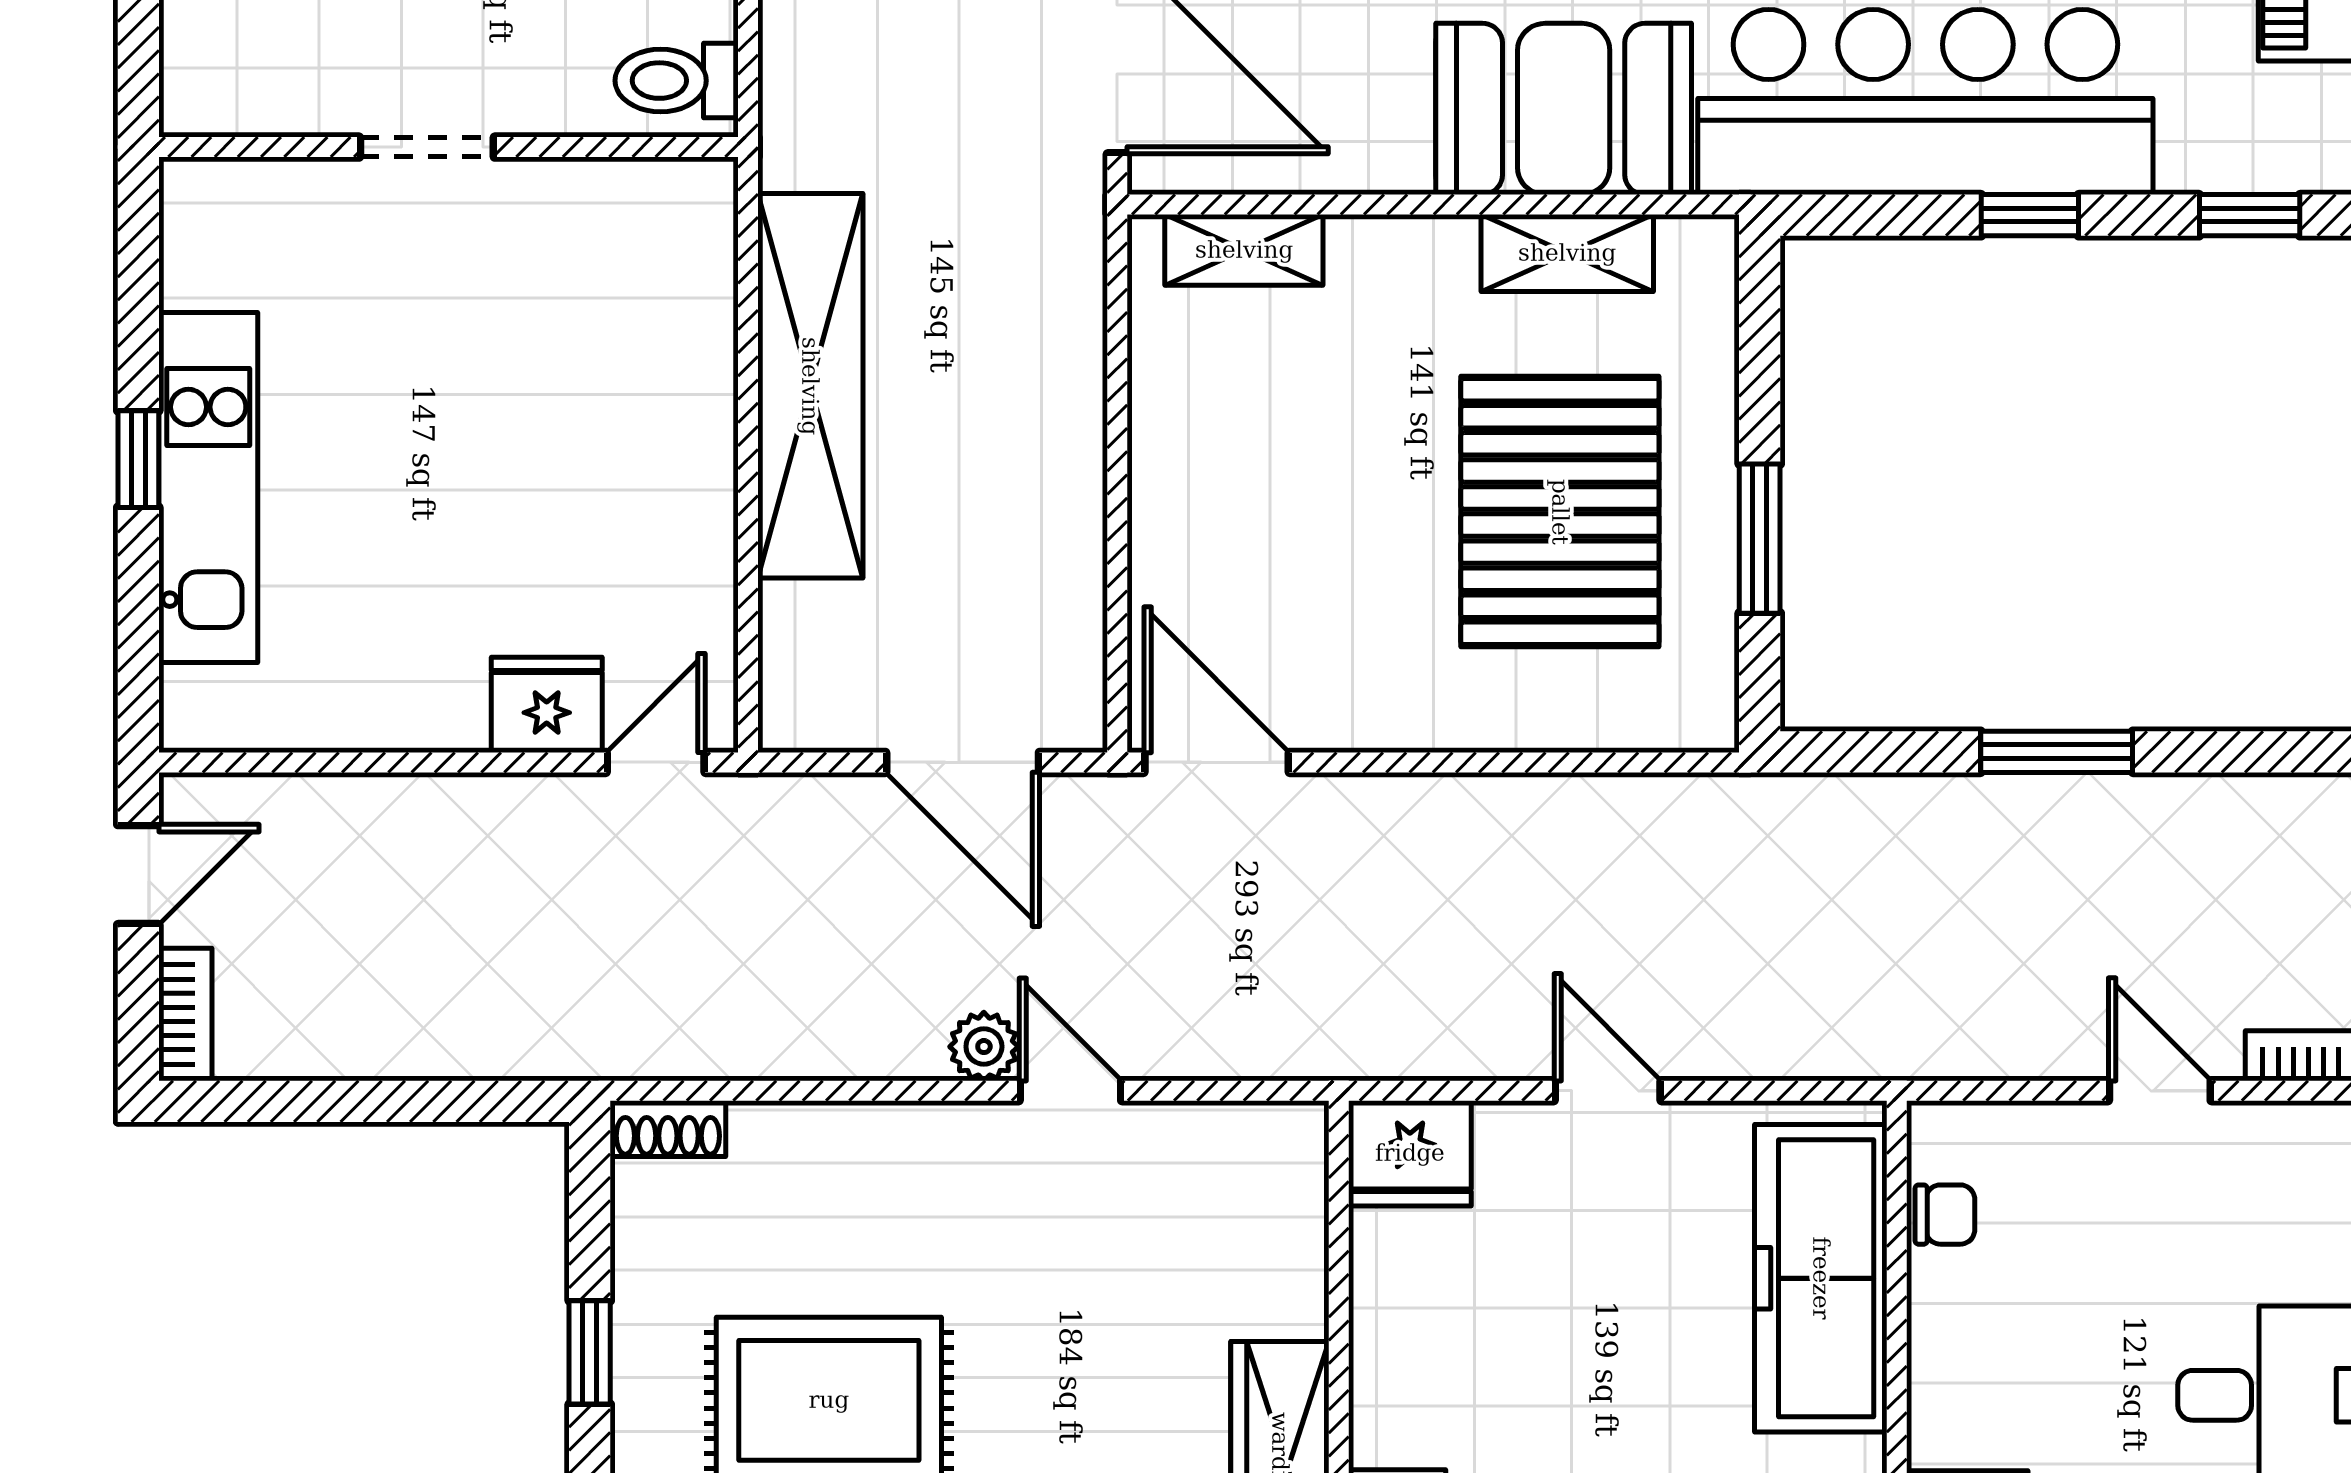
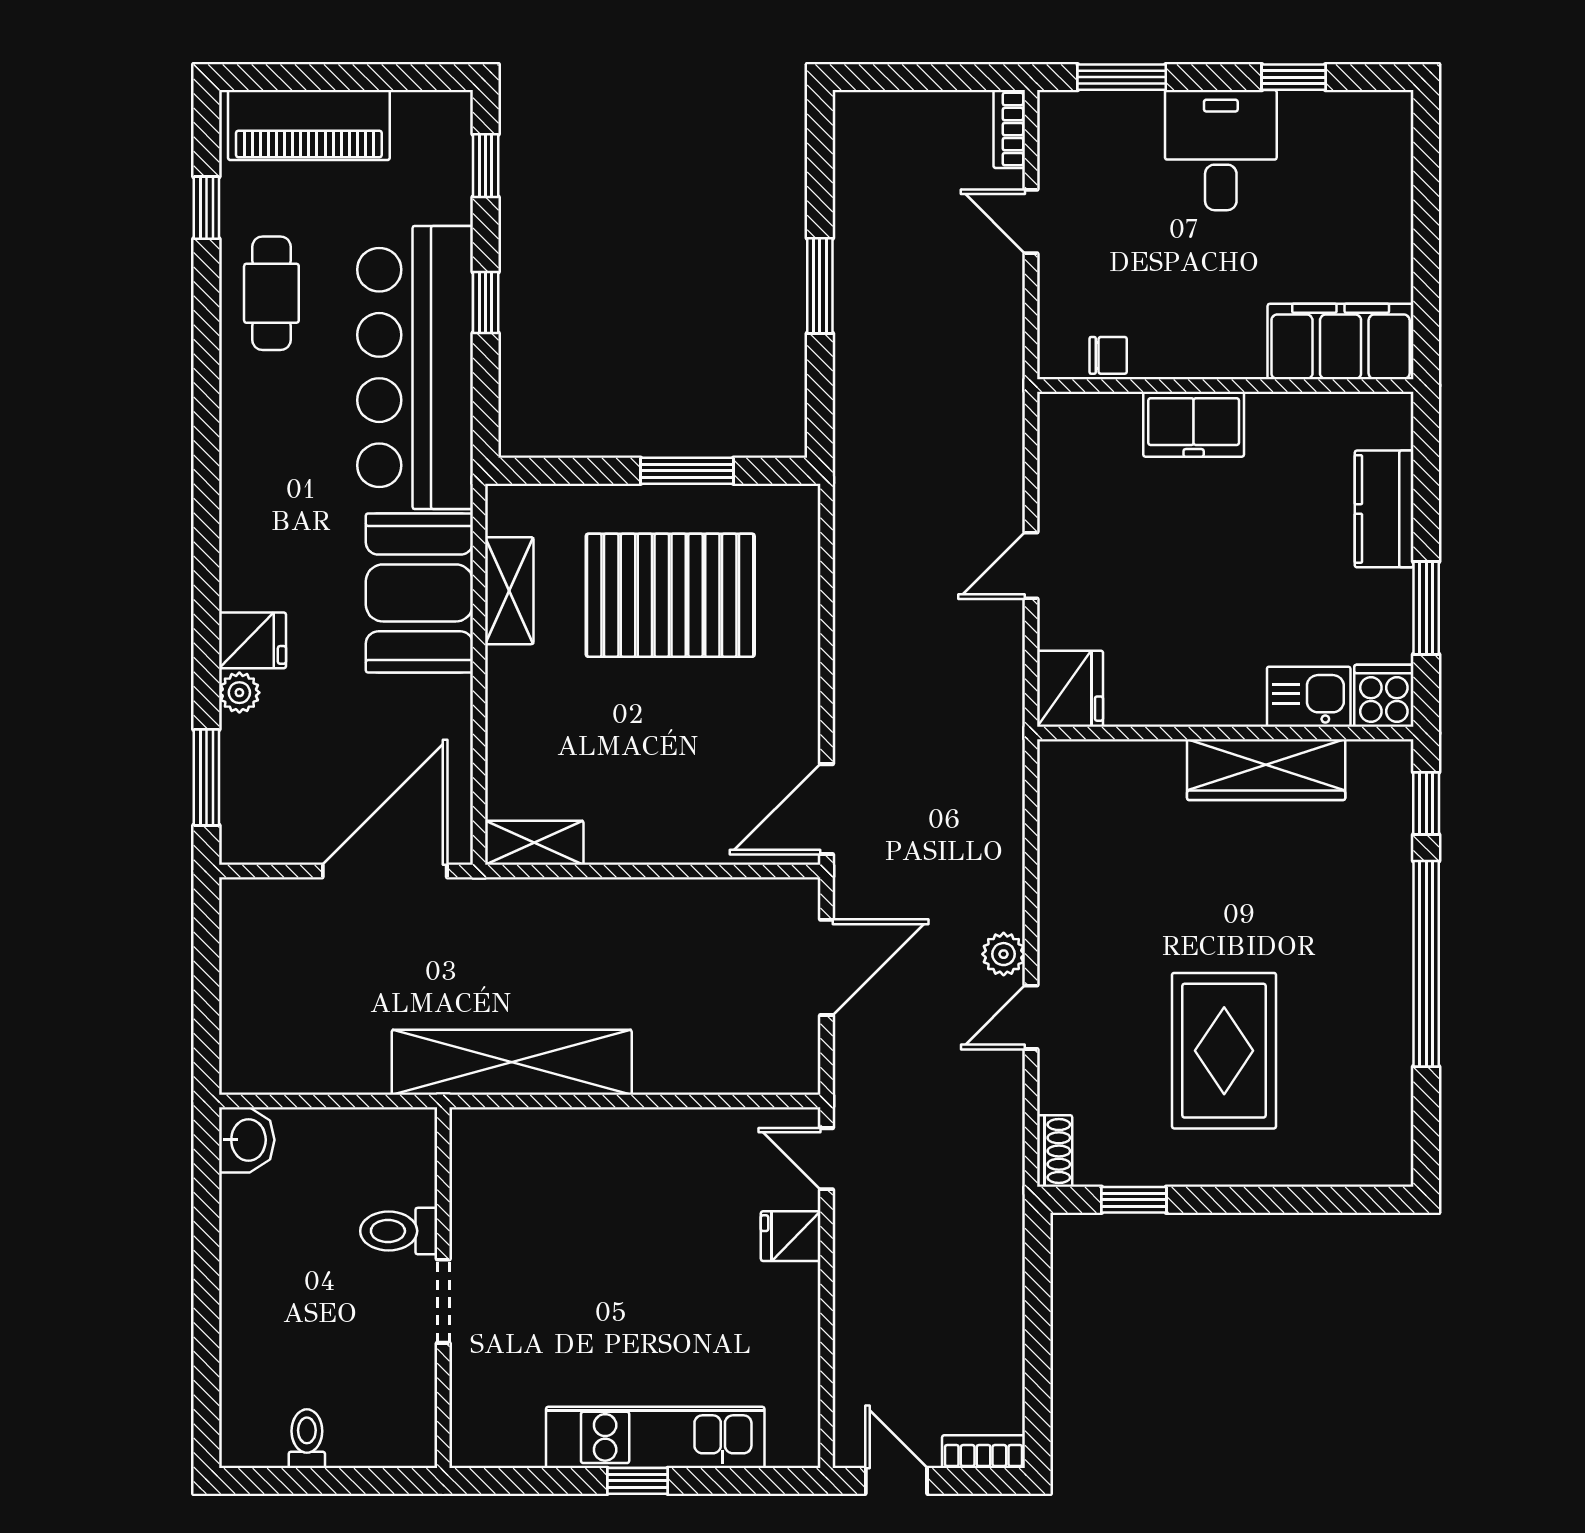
toilet: (677, 81) -> (399, 1231), moved, turned 90
shelving: (1244, 250) -> (534, 843), moved, turned 90
shelving: (810, 386) -> (512, 1062), moved
fridge: (547, 705) -> (791, 1236), width x0.72
door: (1070, 1091) -> (1031, 1017), moved
door: (2160, 1091) -> (1031, 222), hinge flipped
chair: (1945, 1215) -> (1108, 355), turned 90
freezer: (1821, 1278) -> (1194, 424), width x0.52, depth x0.79
window: (590, 1352) -> (1134, 1200), moved

